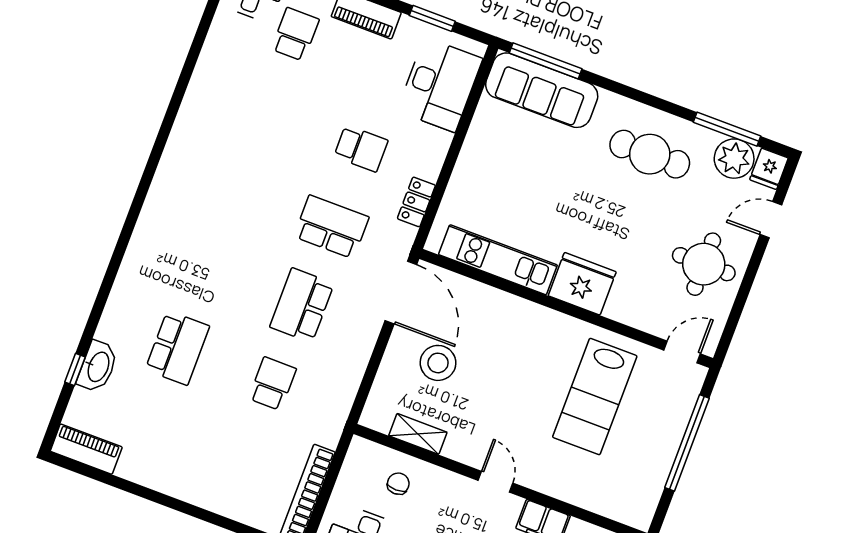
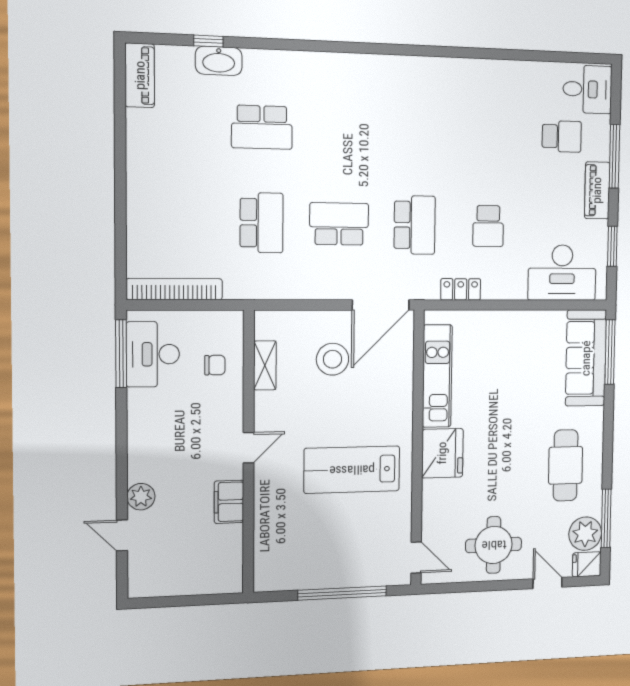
school desk: (272, 384) -> (262, 223), width x1.85
lab bench: (595, 397) -> (352, 470), moved

